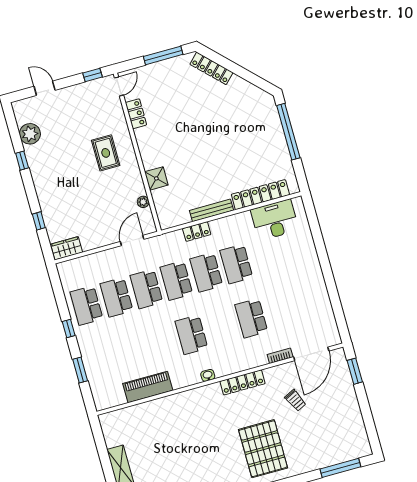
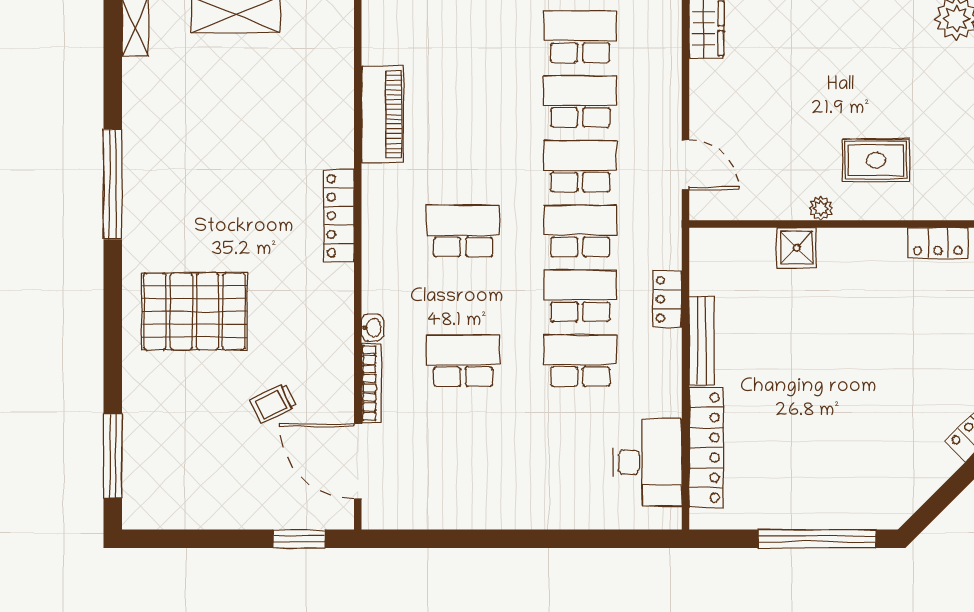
plant: (143, 202) -> (821, 208), moved
bookcase: (280, 356) -> (372, 383), width x1.56
washbasin: (208, 375) -> (372, 328), moved
locker: (242, 382) -> (339, 216), moved

